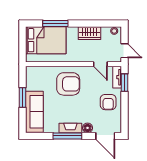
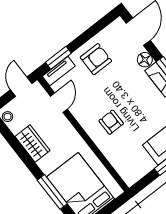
armchair: (68, 84) -> (111, 122), width x0.53, depth x0.53

